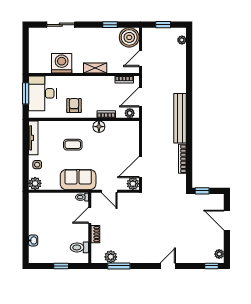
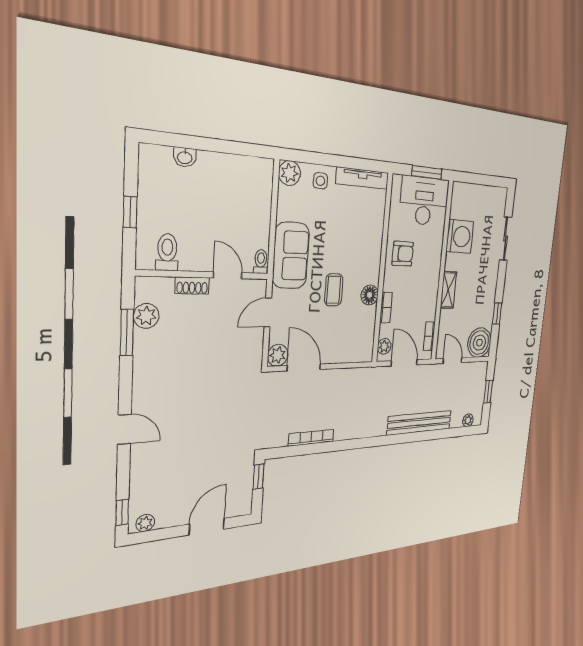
bench: (180, 118) -> (419, 423), moved
coffee table: (73, 145) -> (334, 290), moved

